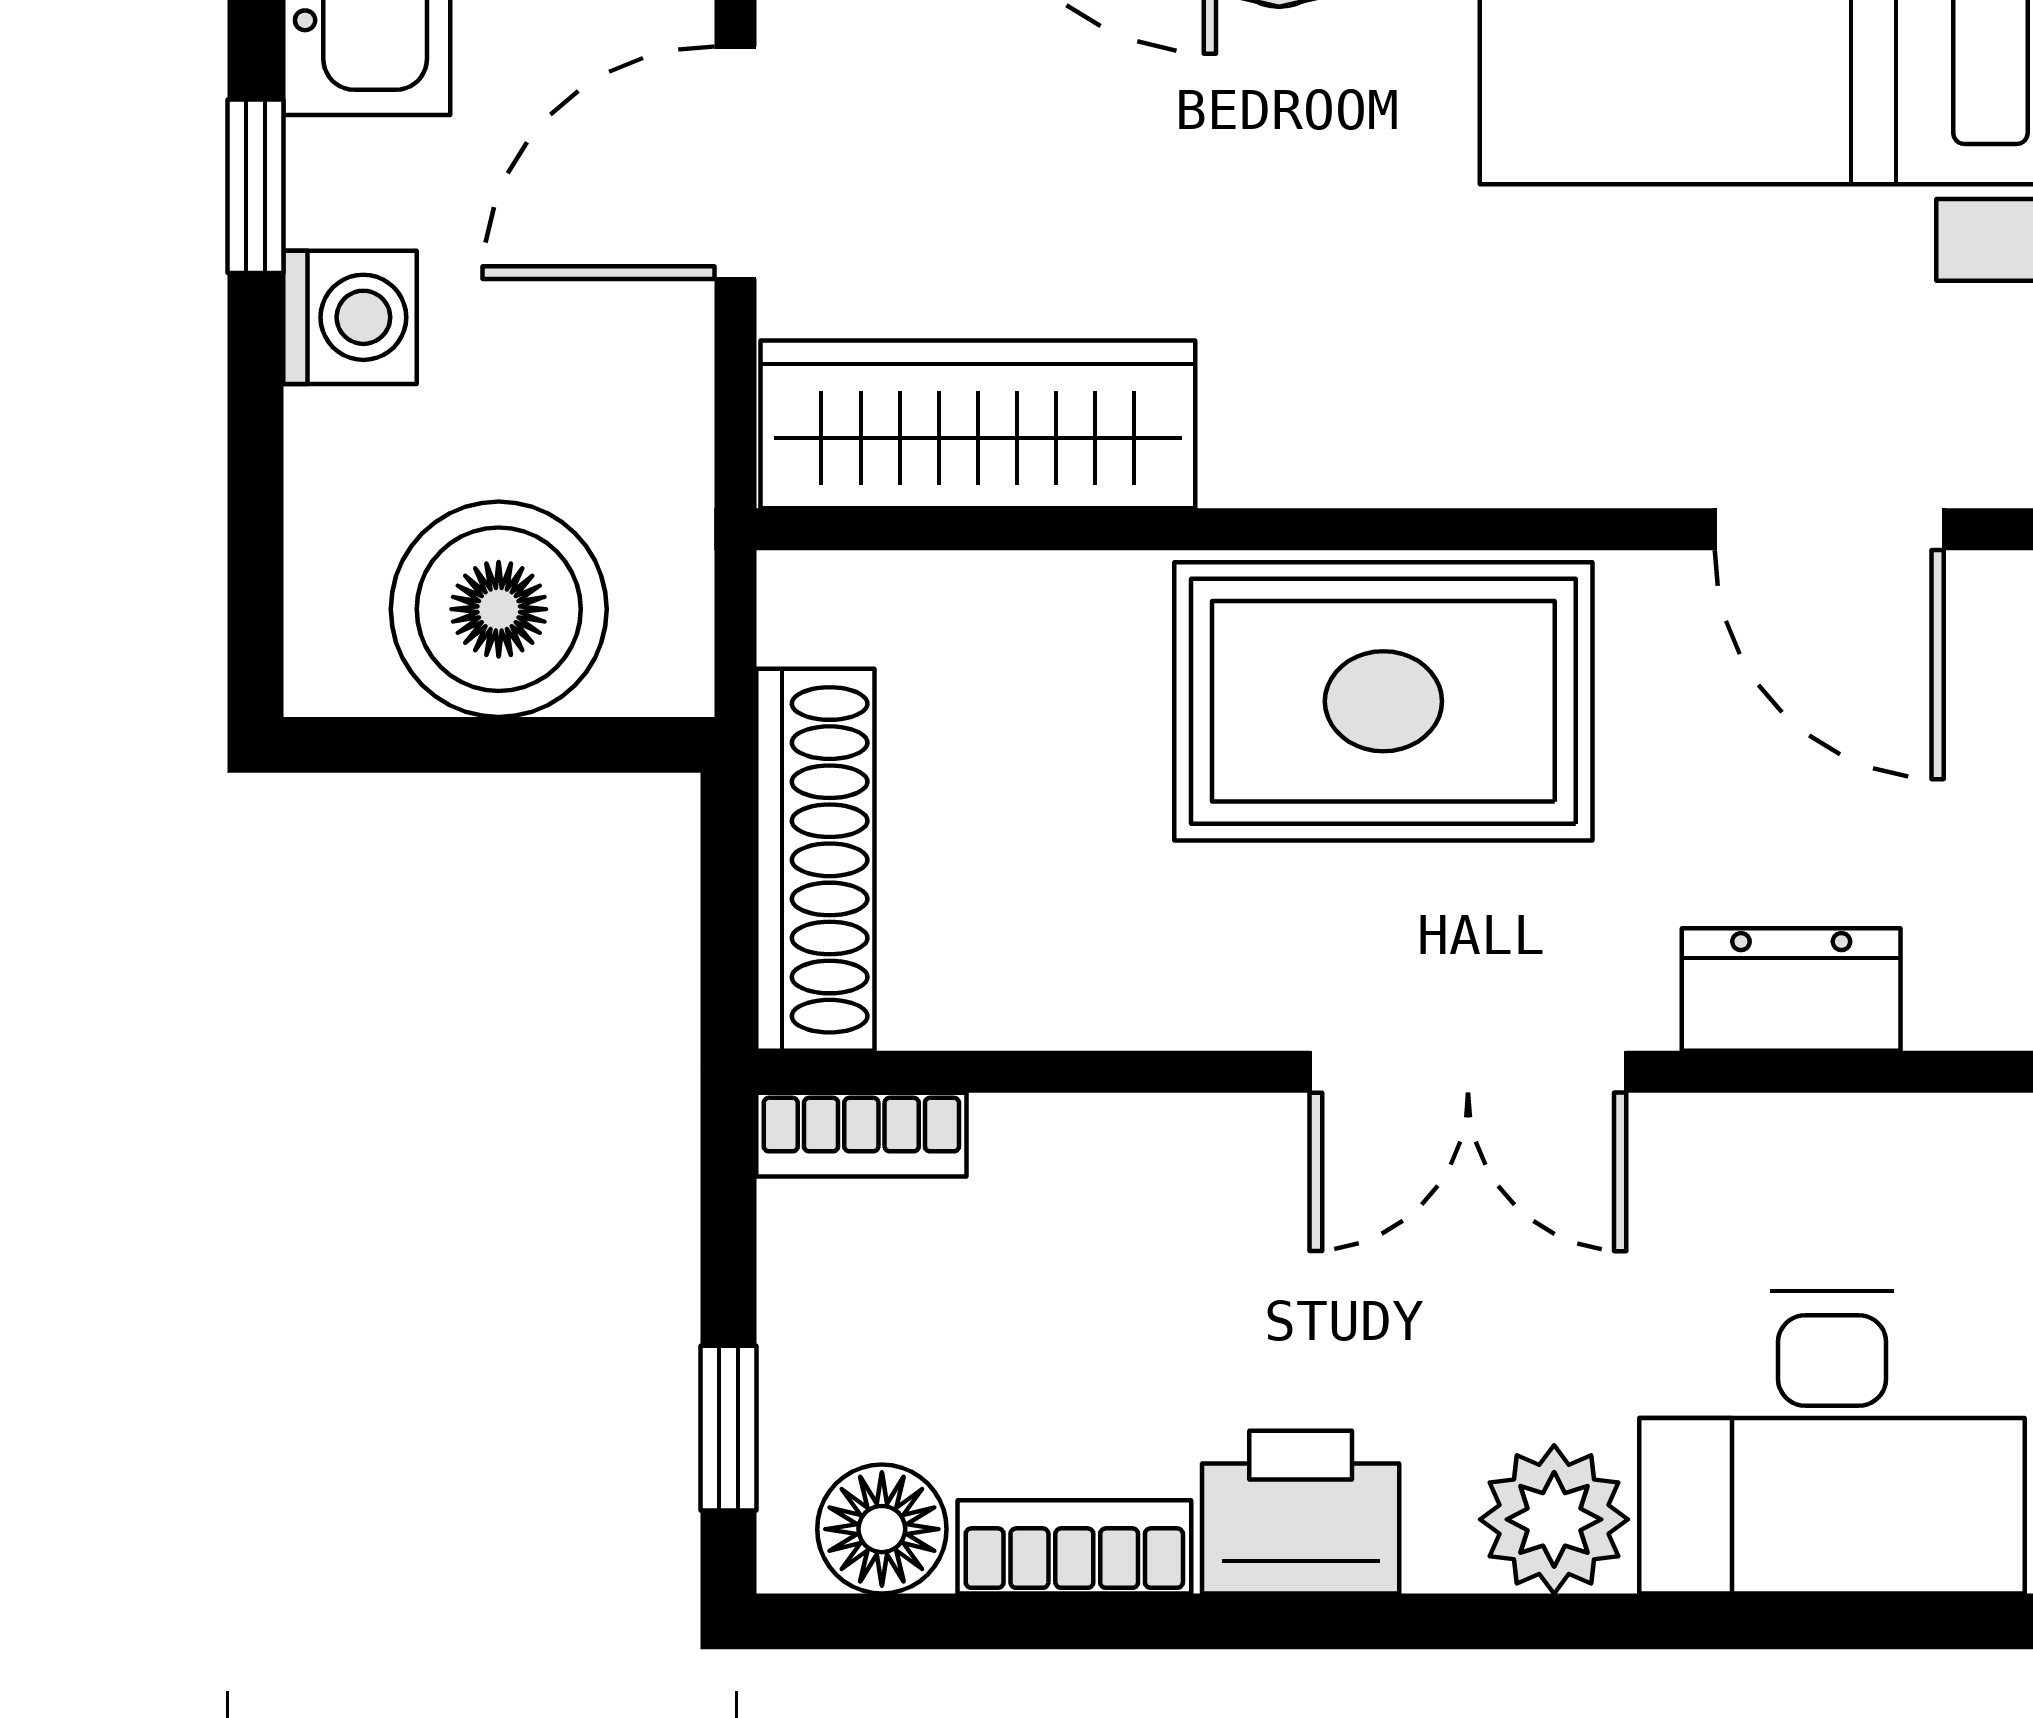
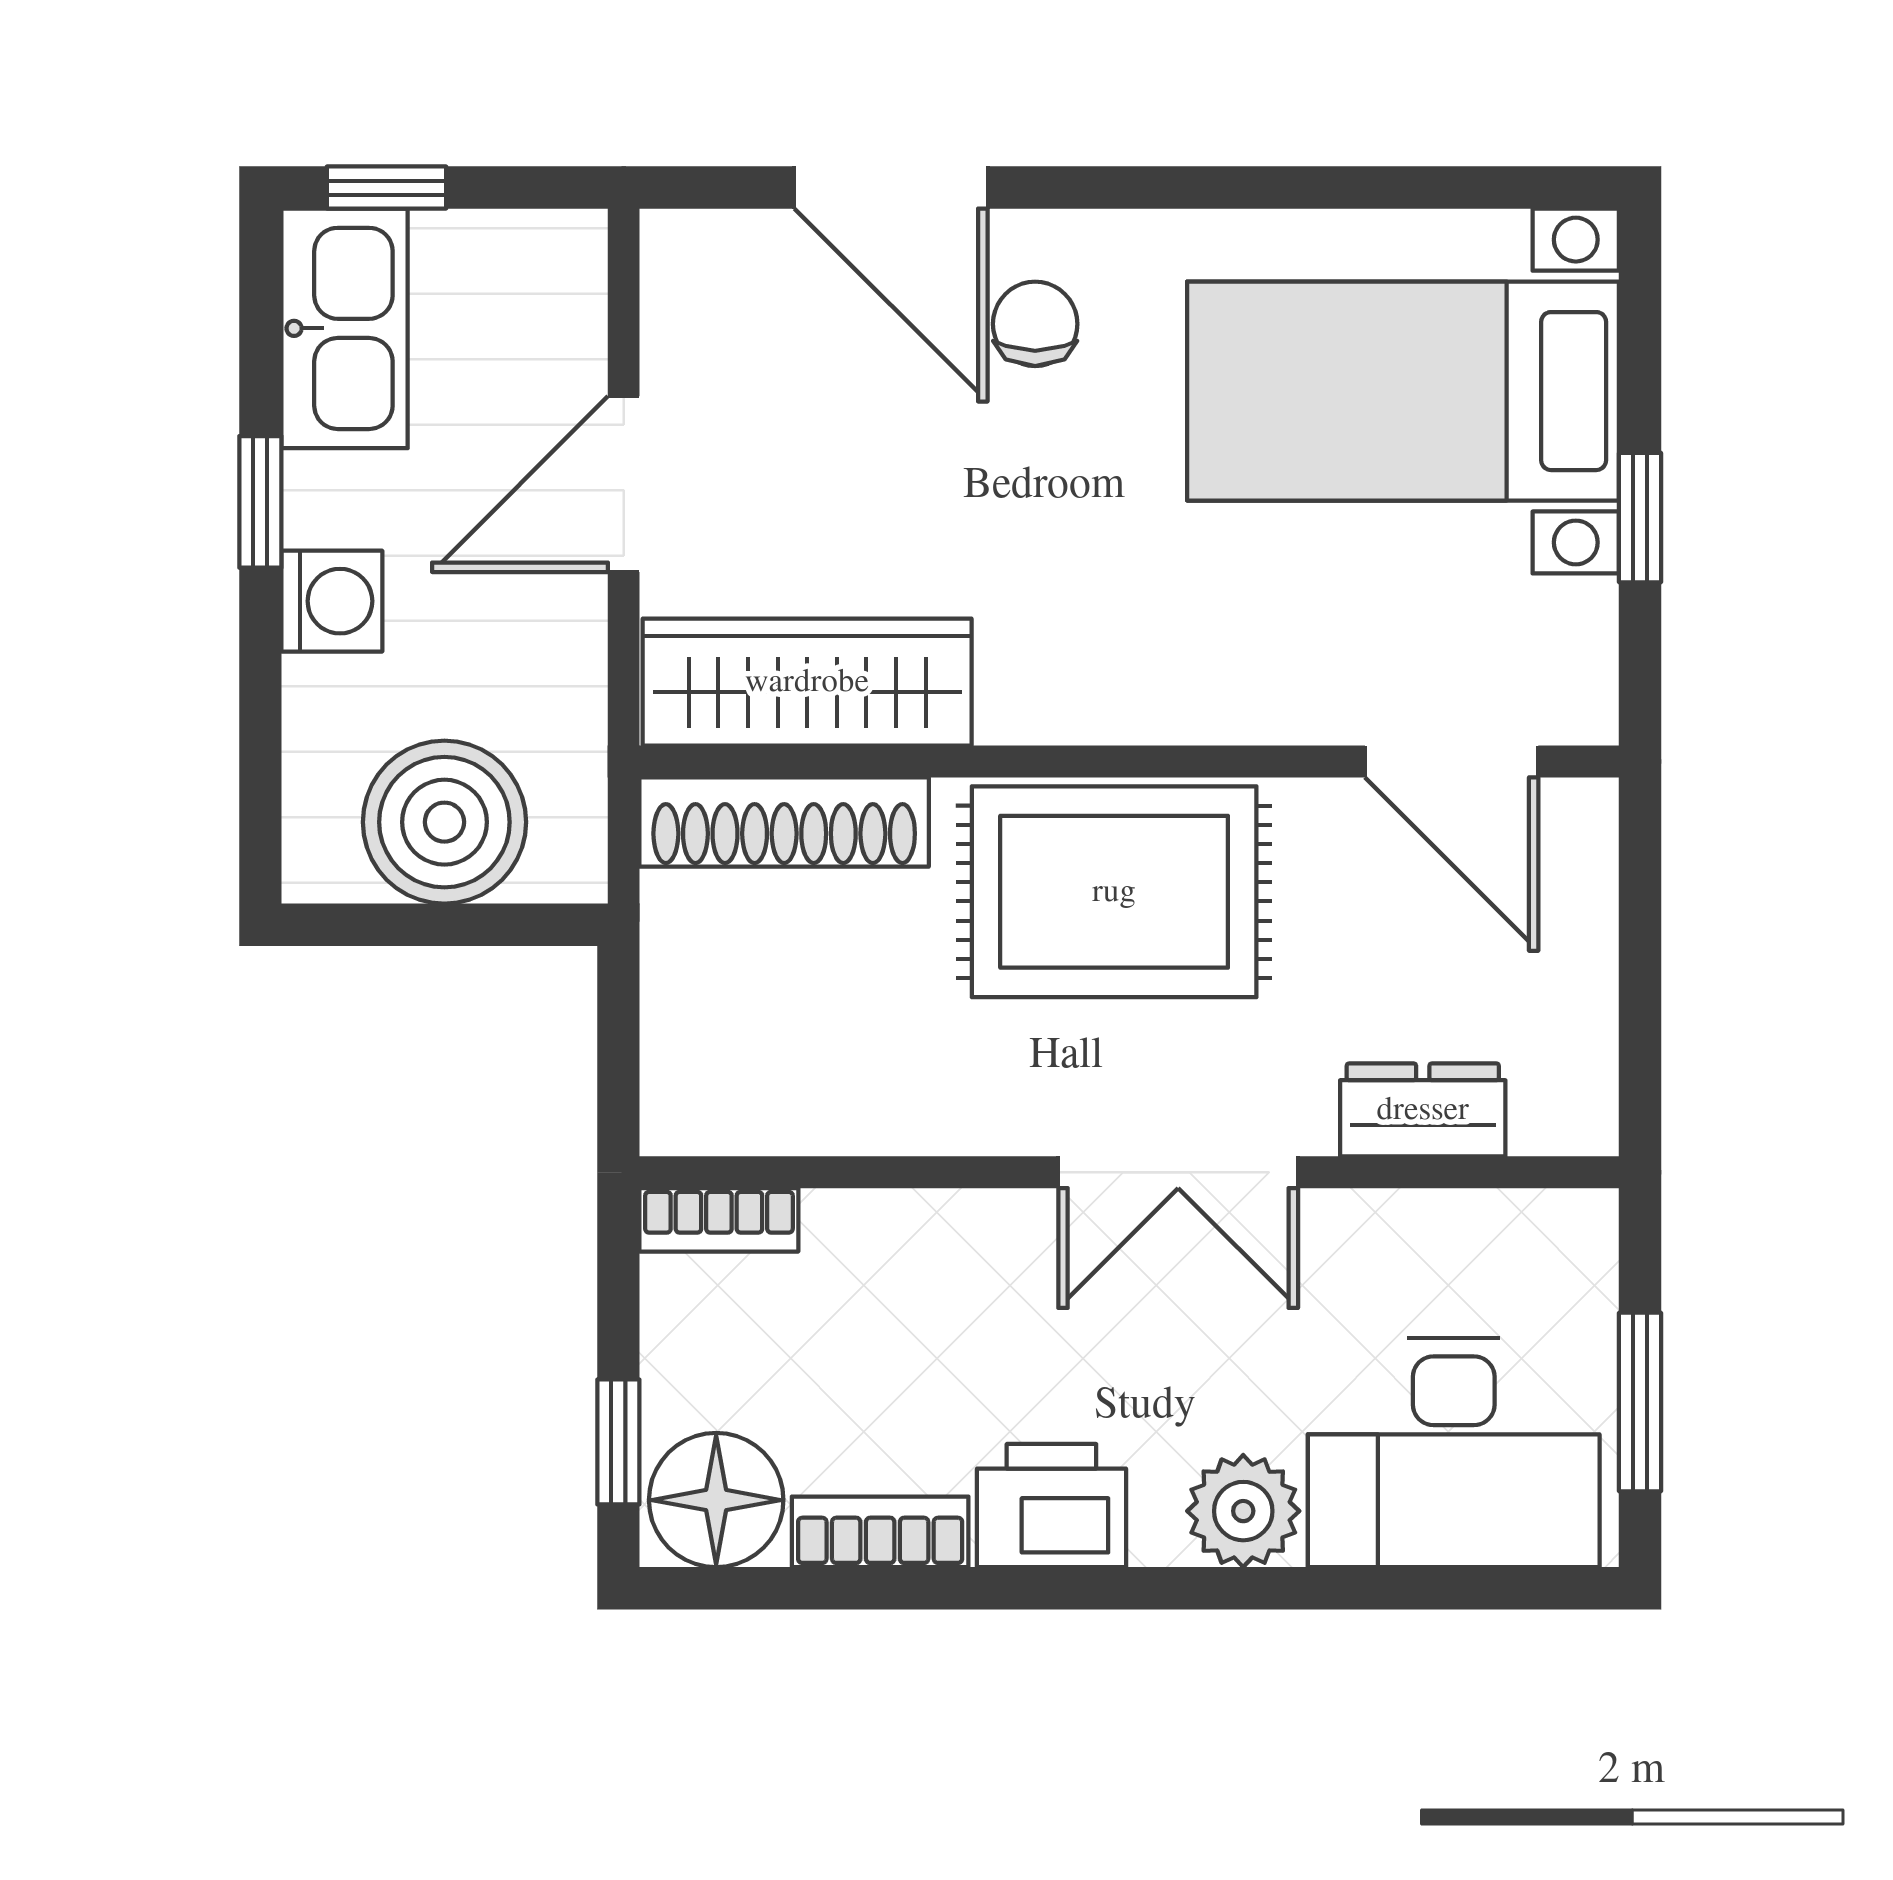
shoe rack: (815, 860) -> (784, 822), moved, turned 90
floor lamp: (882, 1529) -> (716, 1500), width x1.38, depth x1.38

